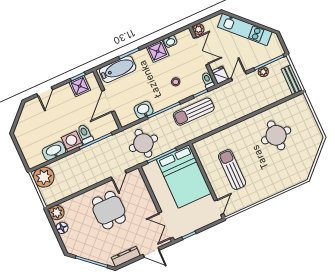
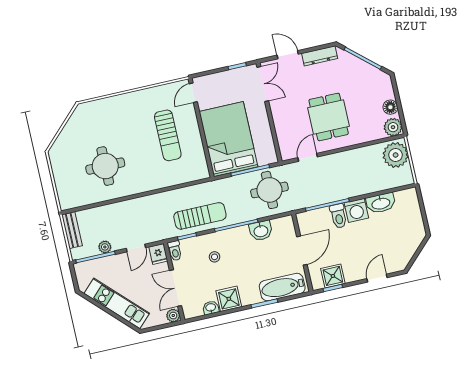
plant: (44, 177) -> (396, 155), moved

